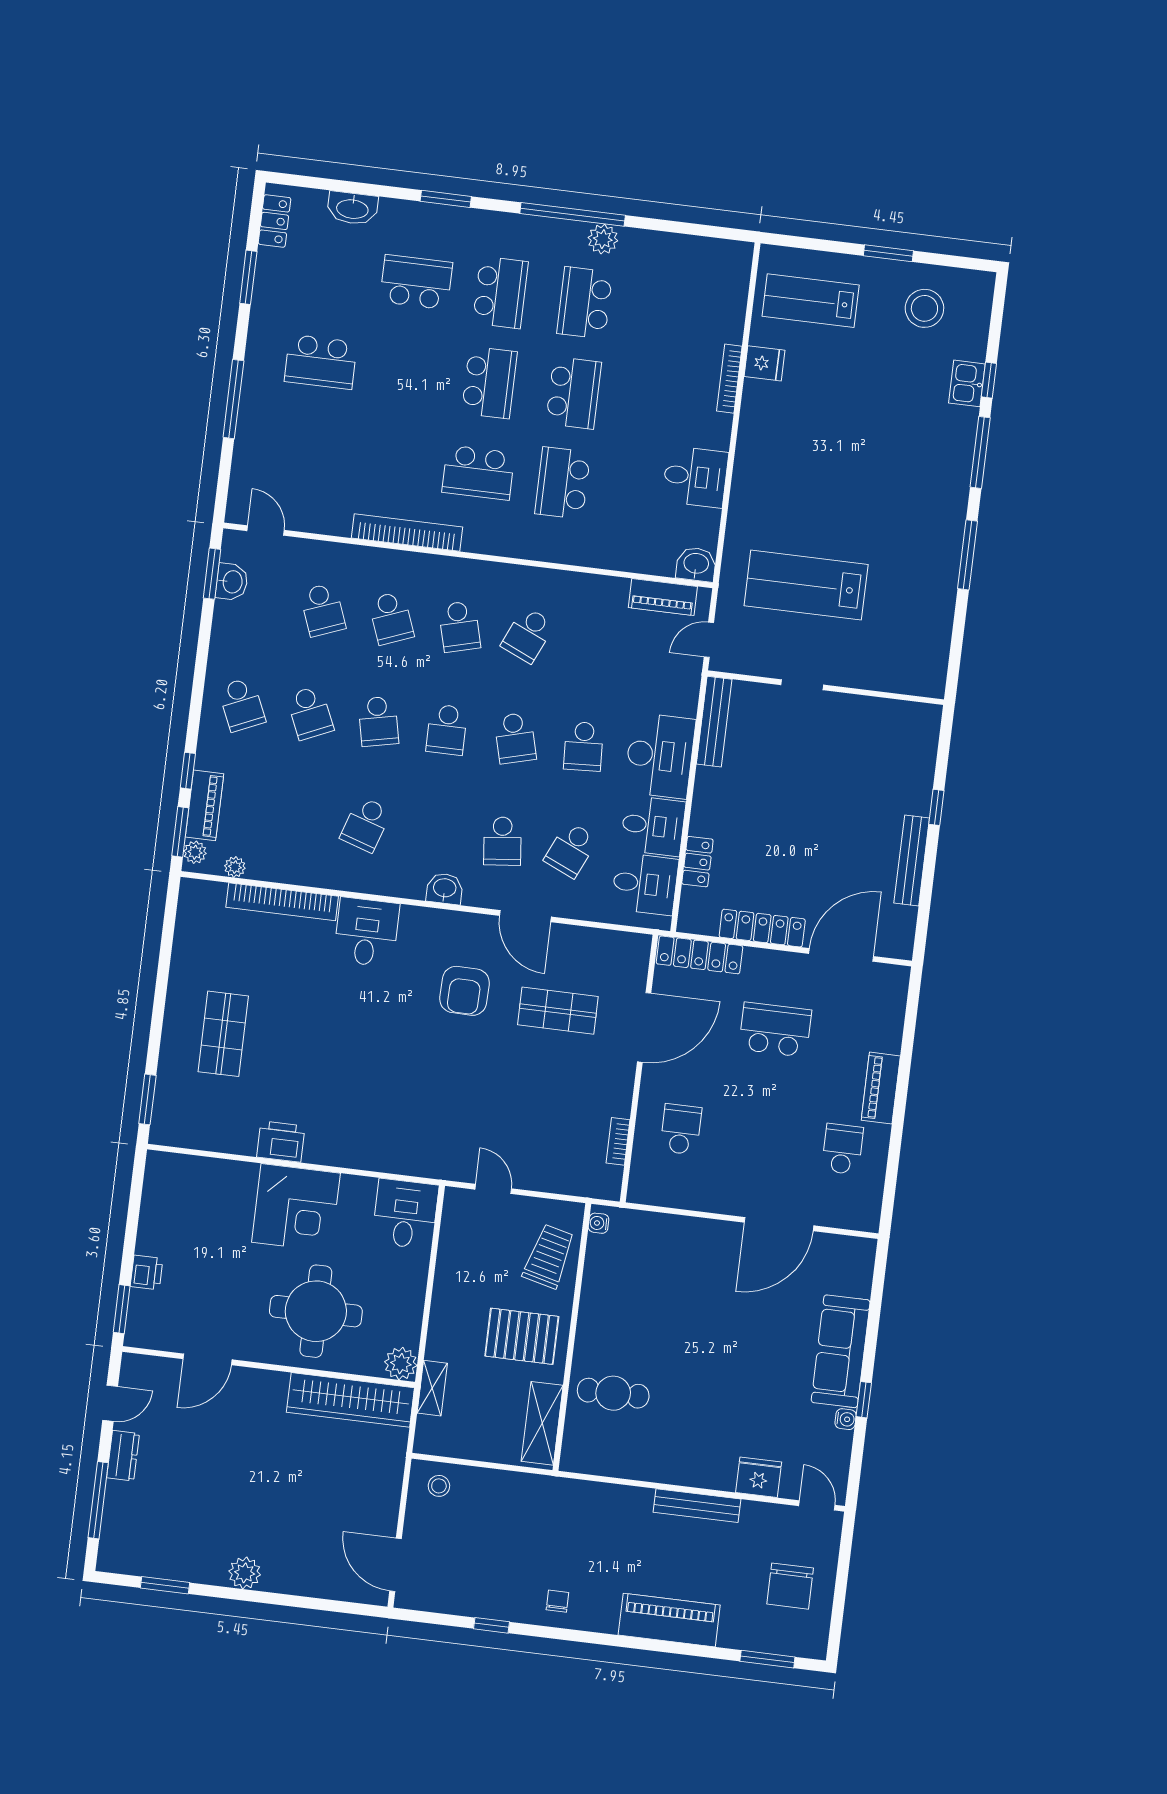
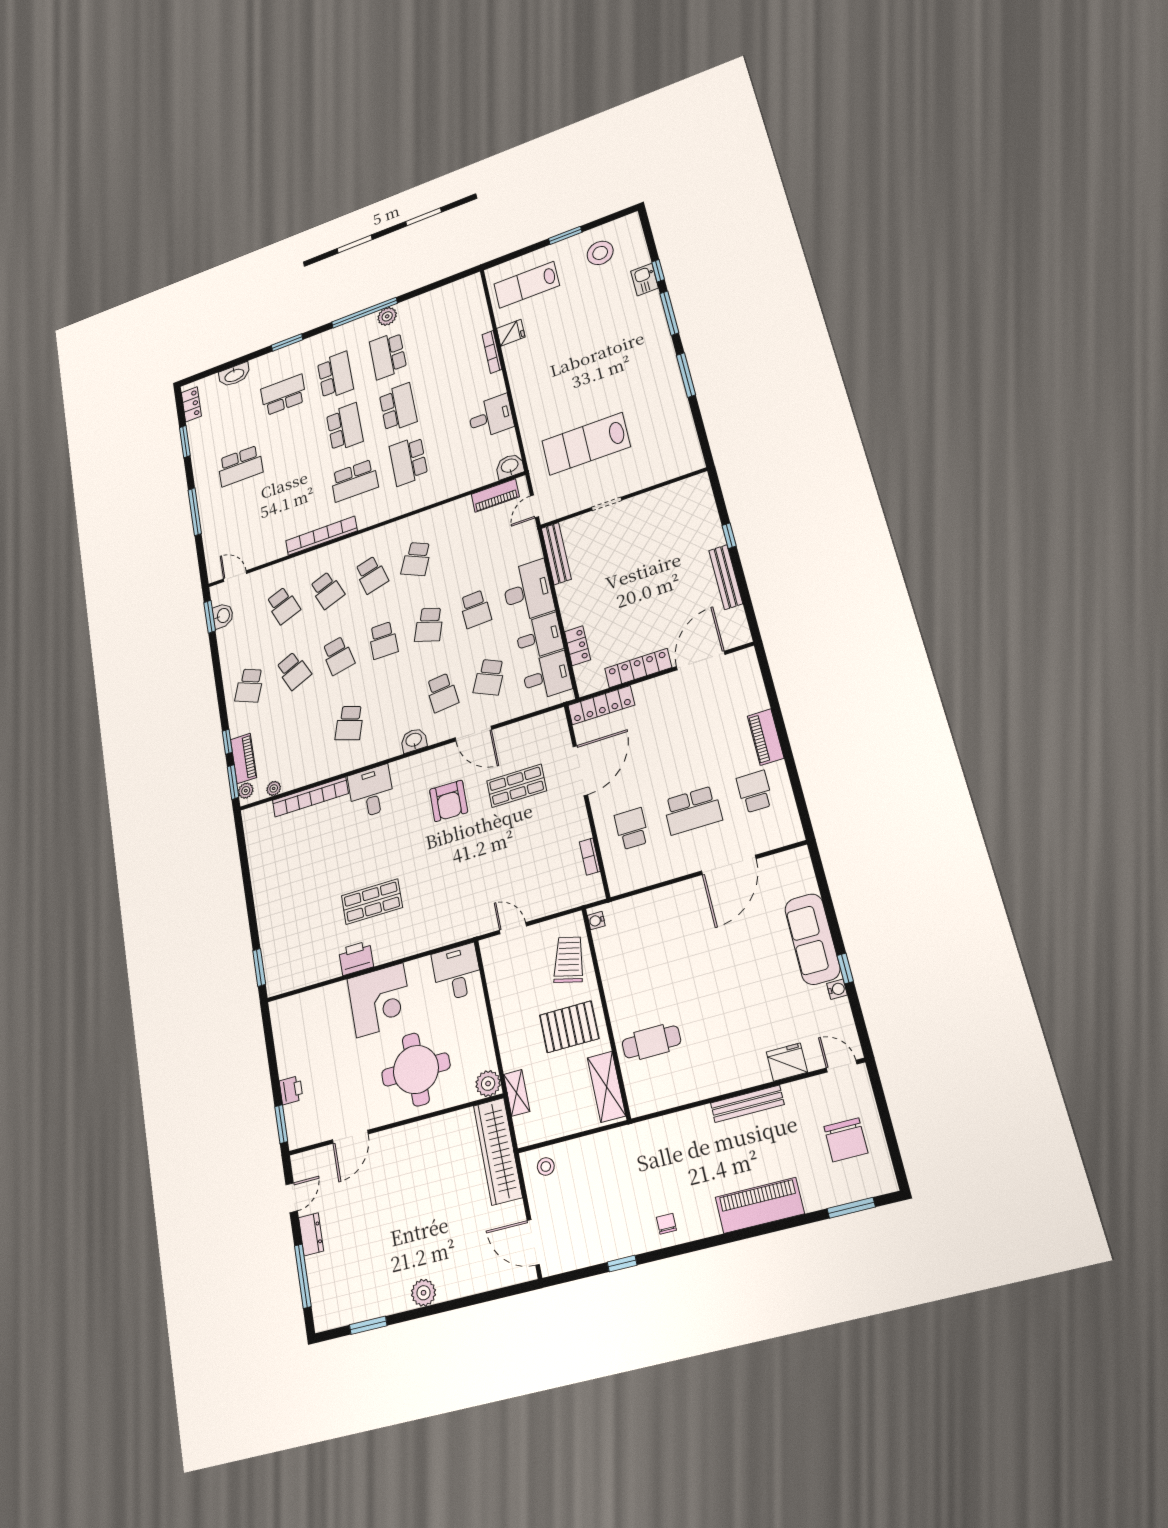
school desk: (242, 704) -> (249, 686), turned 45
school desk: (515, 738) -> (429, 625), turned 33
school desk: (775, 1030) -> (693, 810), moved, turned 180
shop shelf: (223, 1034) -> (372, 902), moved, turned 90
wardrobe: (350, 1400) -> (498, 1151), moved, turned 90

